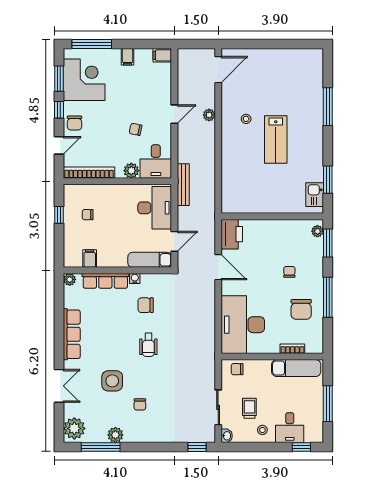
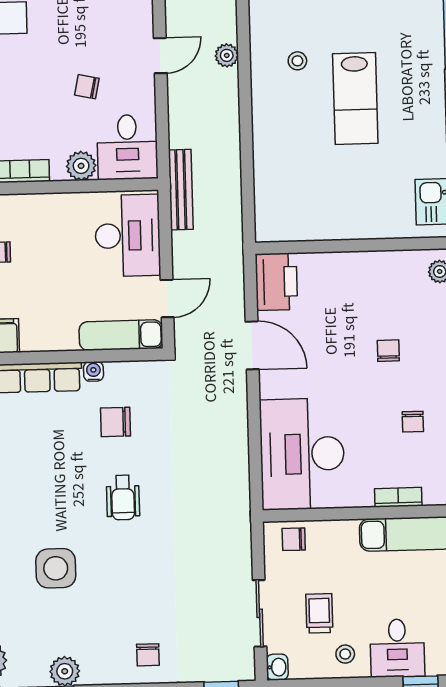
chair: (301, 309) -> (413, 422), width x0.54, depth x0.54
chair: (140, 404) -> (148, 655), moved

